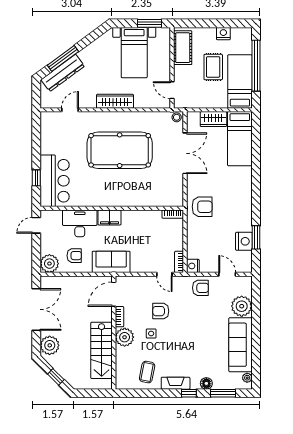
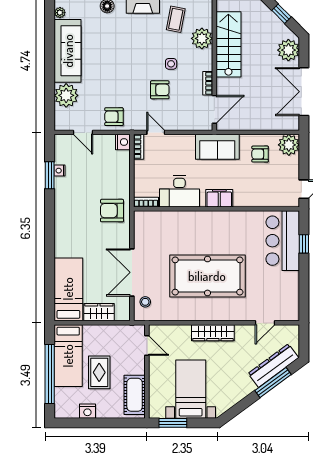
stool: (177, 117) -> (145, 302), moved
desk: (80, 223) -> (179, 191), moved
nightstand: (244, 241) -> (59, 171), width x0.53, depth x0.56
plant: (125, 337) -> (202, 38), moved

